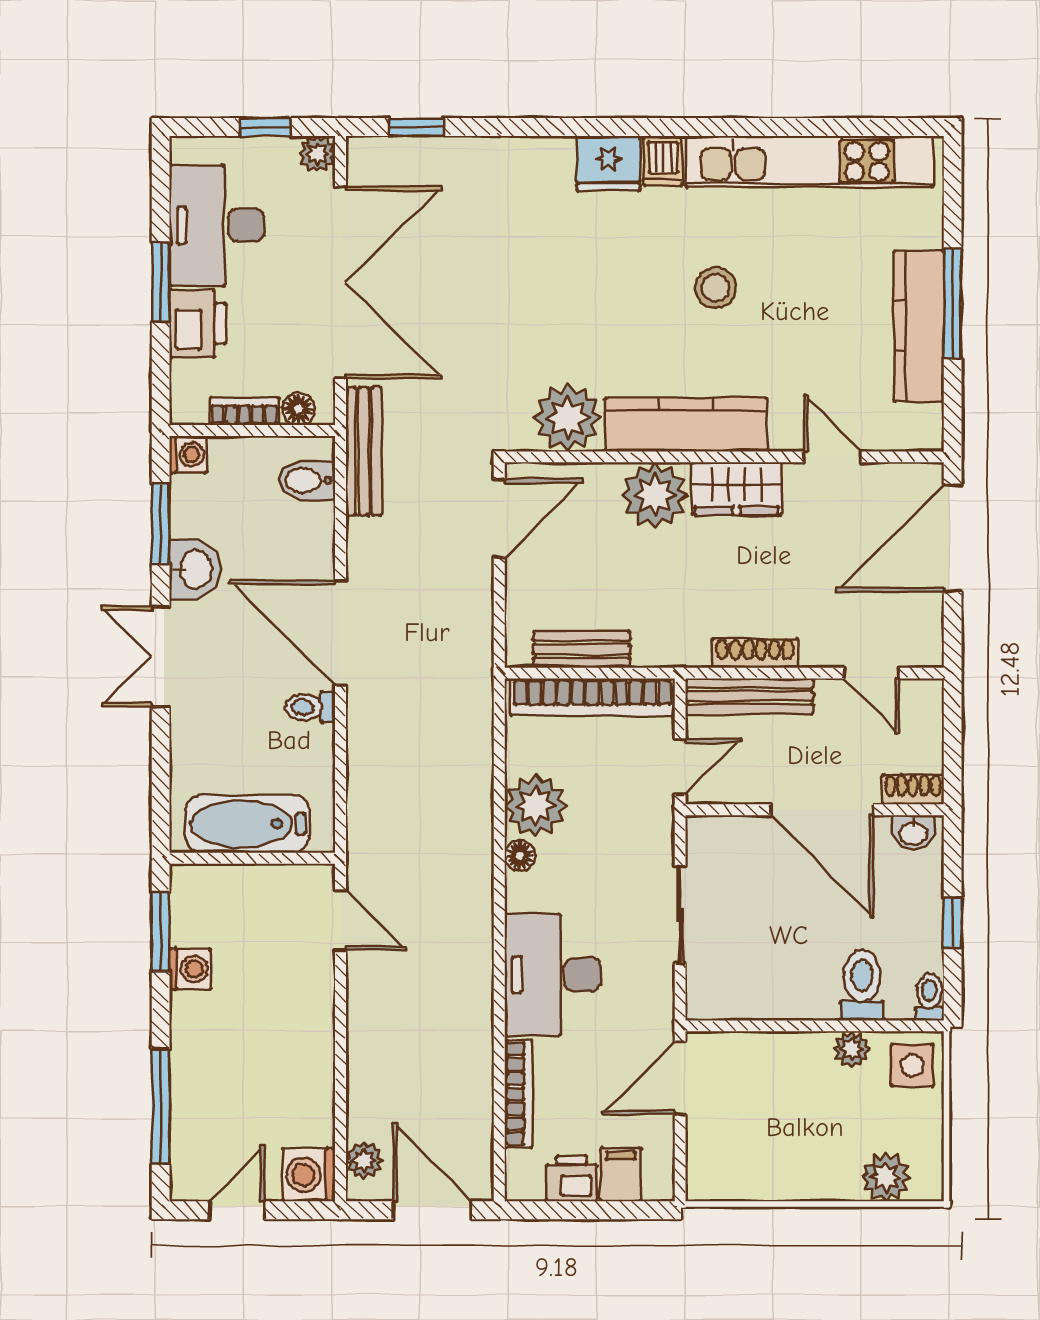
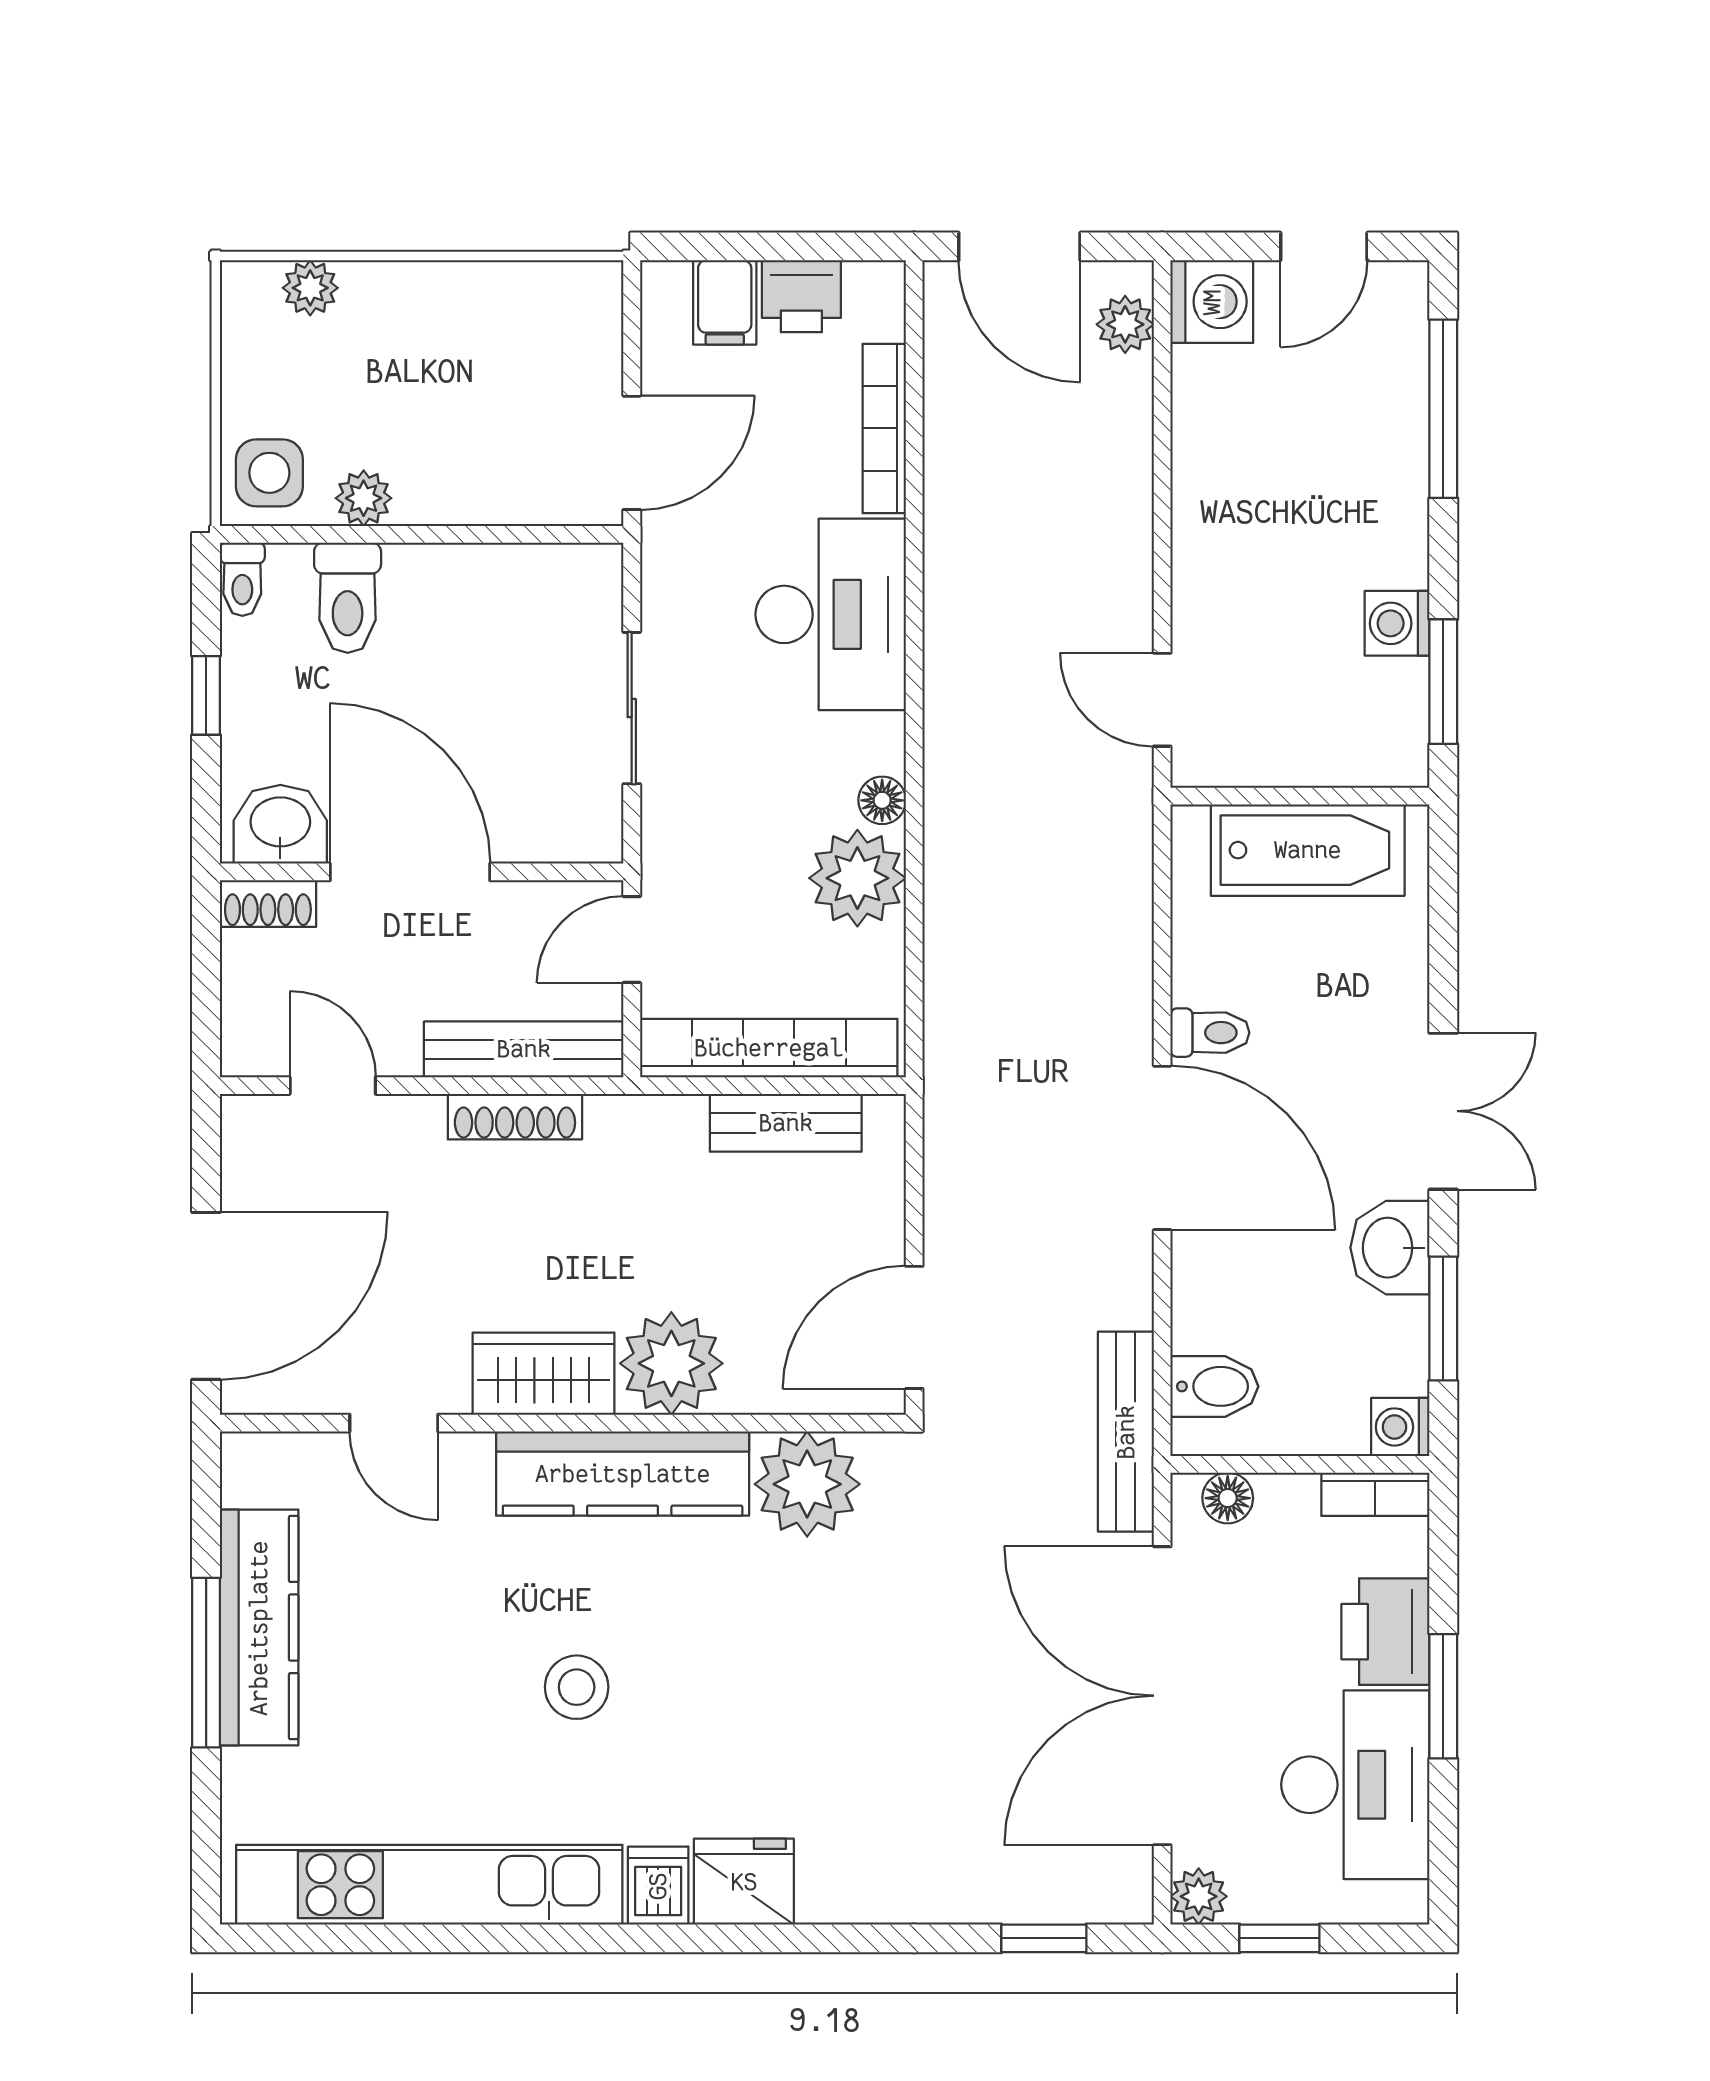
bookcase: (244, 411) -> (1375, 1494), moved
washbasin: (913, 833) -> (280, 824), width x1.38, depth x1.45
plant: (886, 1177) -> (310, 288), width x0.73, depth x0.73

